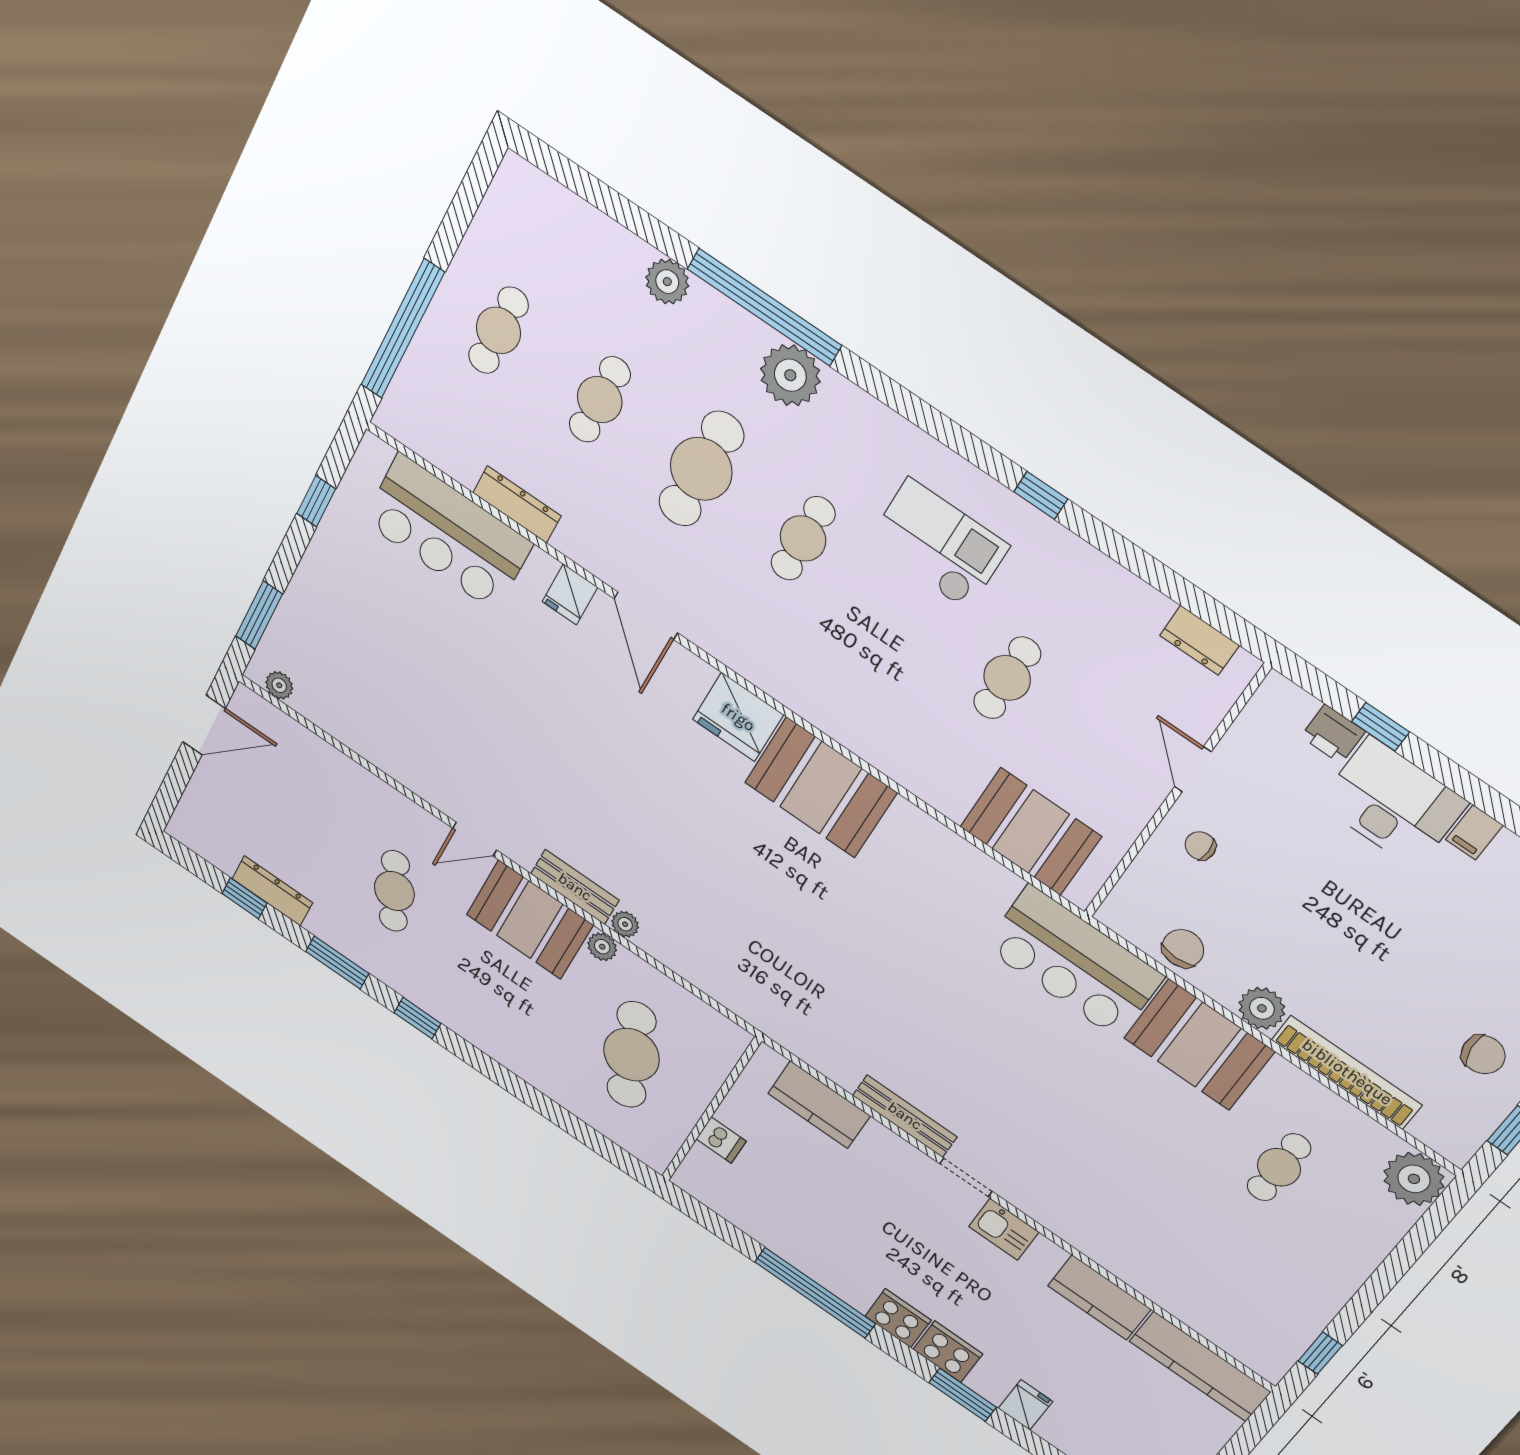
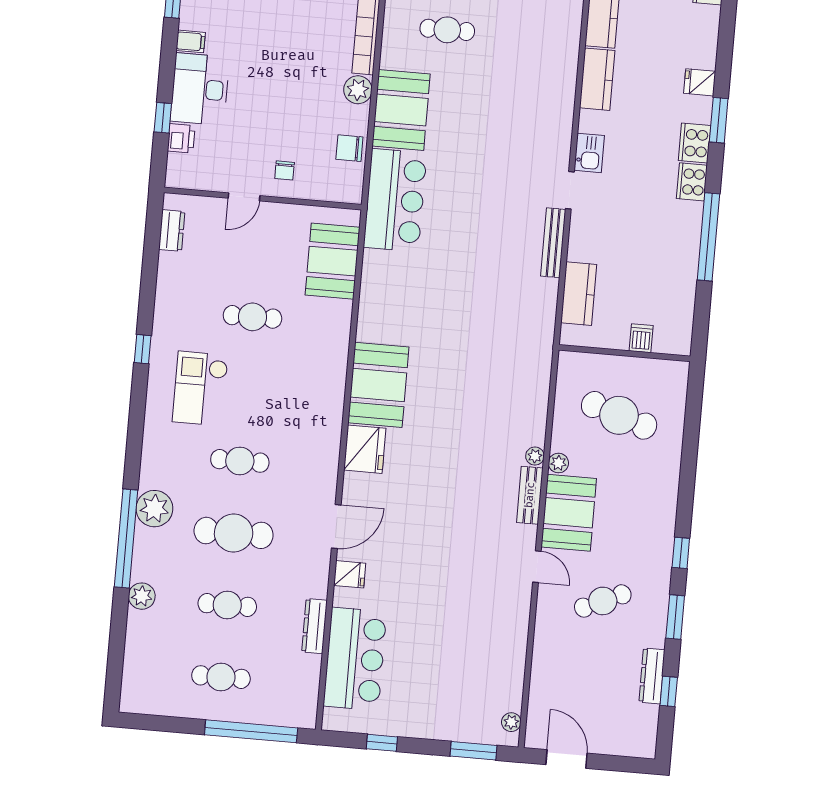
cafe table: (631, 1055) -> (619, 415), turned 39

